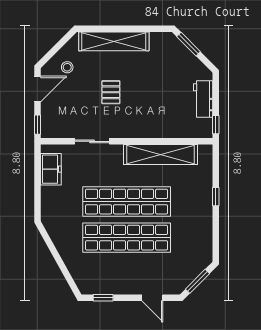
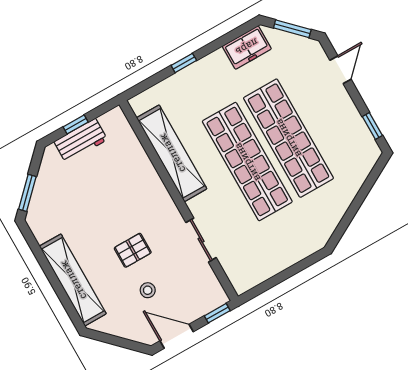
stool: (67, 67) -> (148, 290), moved
window: (216, 125) -> (76, 124), moved
freezer: (51, 169) -> (247, 47), moved, turned 180

